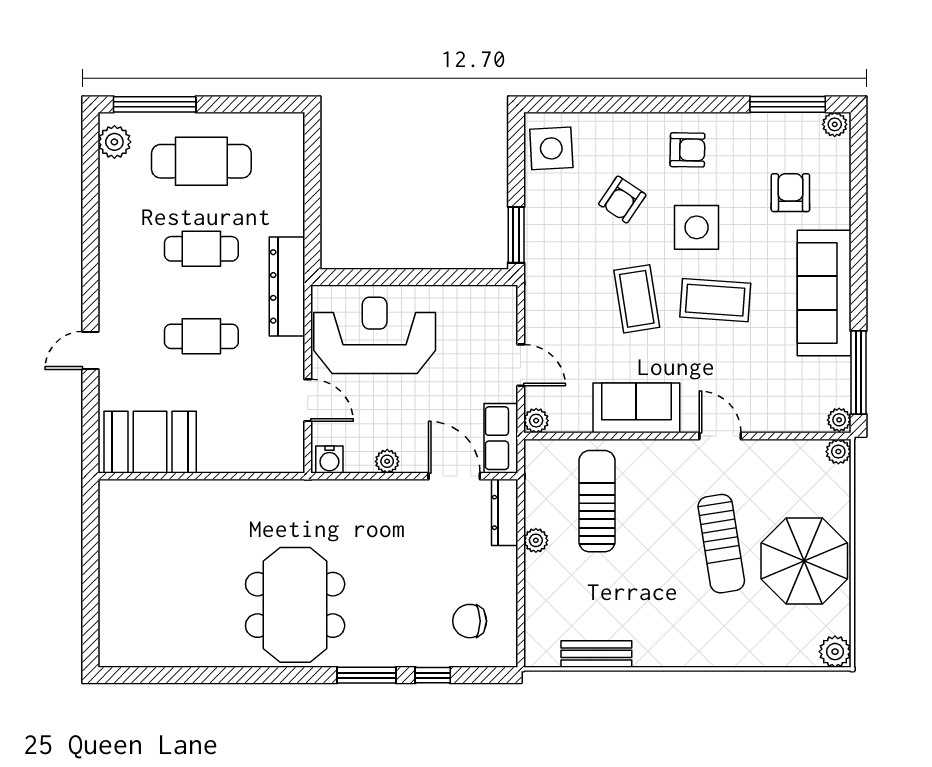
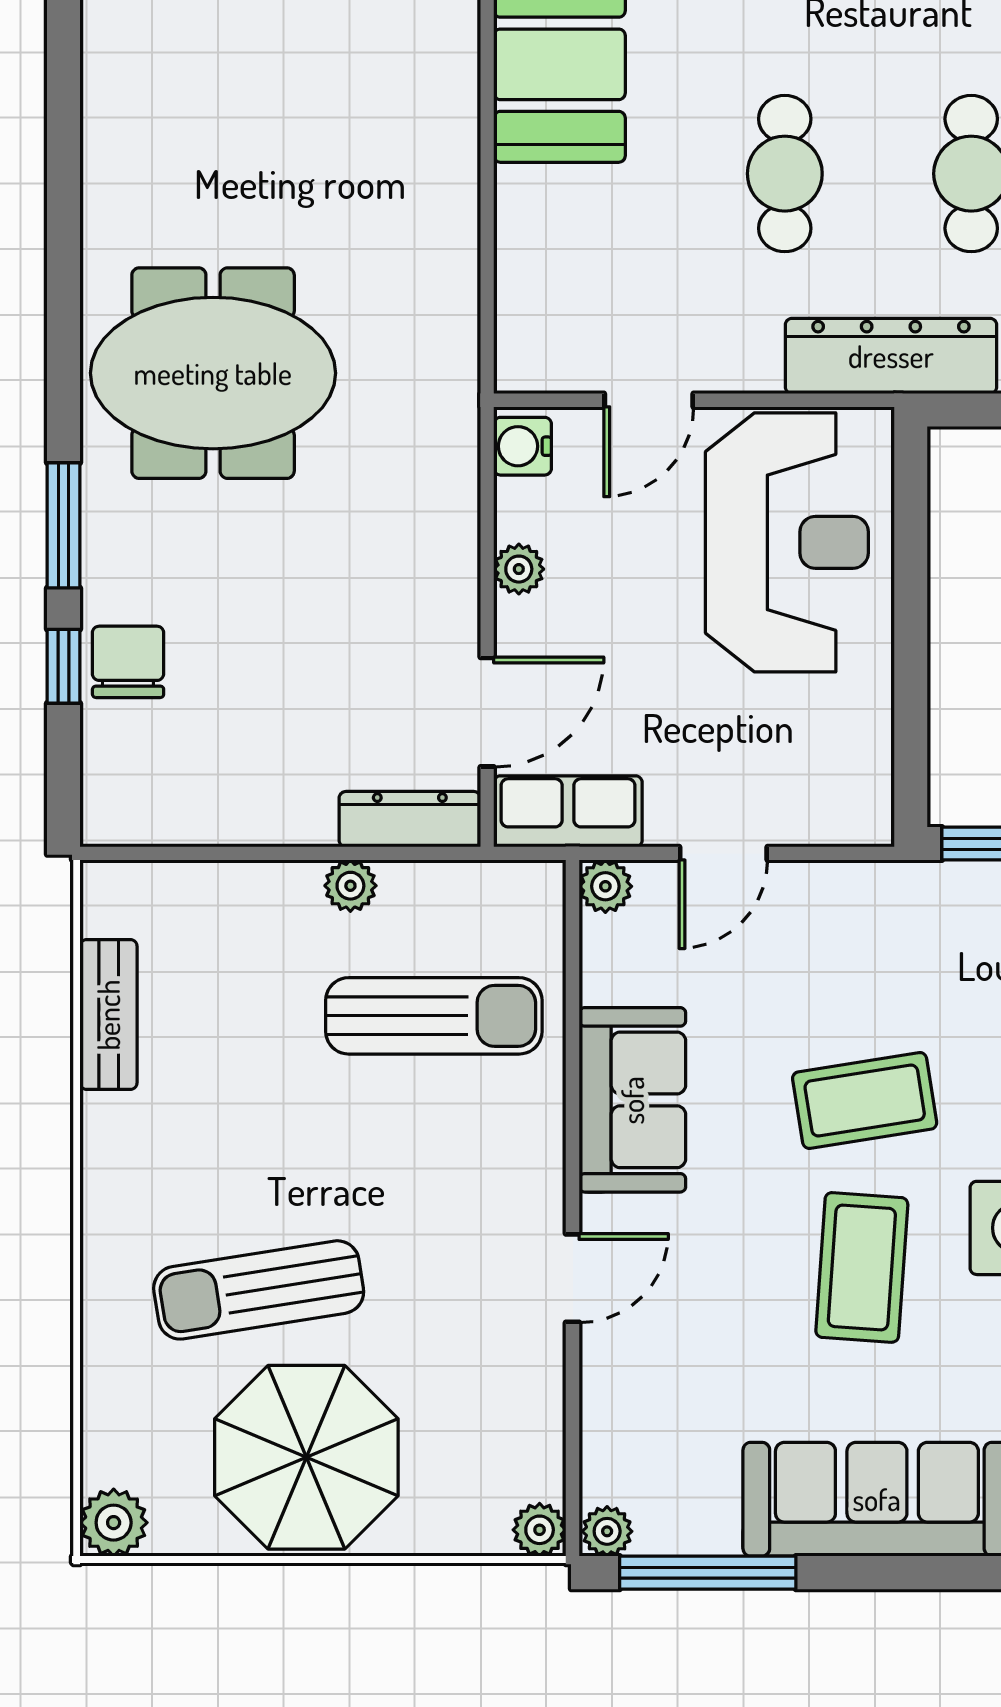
sun lounger: (721, 544) -> (259, 1290), moved
chair: (470, 621) -> (128, 662), moved

